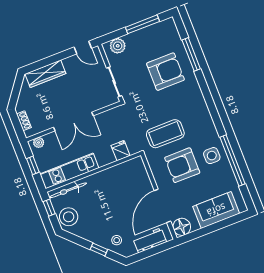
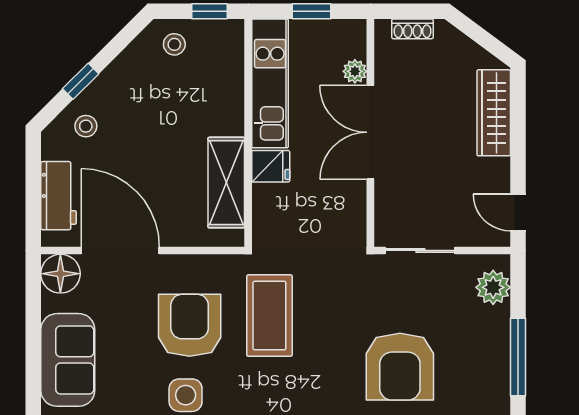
door: (83, 48) -> (518, 213), hinge flipped
plant: (39, 142) -> (355, 71), moved
fridge: (121, 151) -> (271, 166), moved
shelving: (117, 173) -> (226, 183), added
bicycle: (68, 190) -> (230, 65), removed
stool: (69, 217) -> (174, 44), width x0.53, depth x0.53

